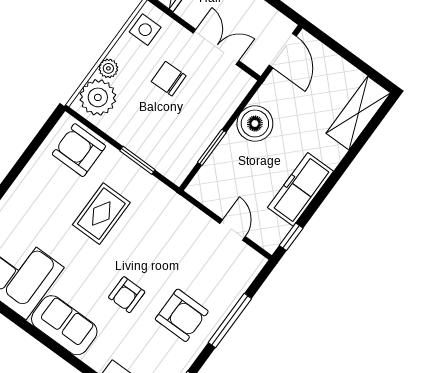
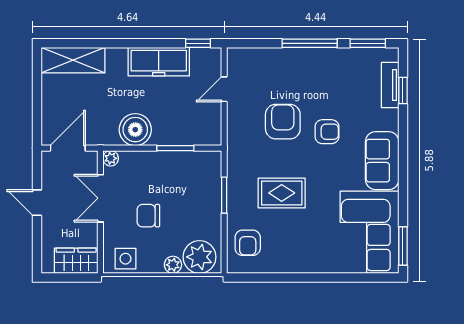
chair: (169, 79) -> (148, 216), turned 91
plant: (245, 82) -> (111, 158), added
armchair: (79, 150) -> (248, 243), width x0.72, depth x0.72
armchair: (182, 315) -> (283, 122), moved
window: (230, 321) -> (310, 43), moved

